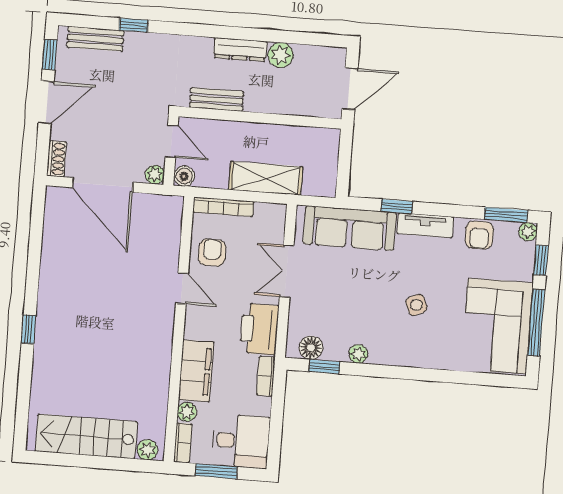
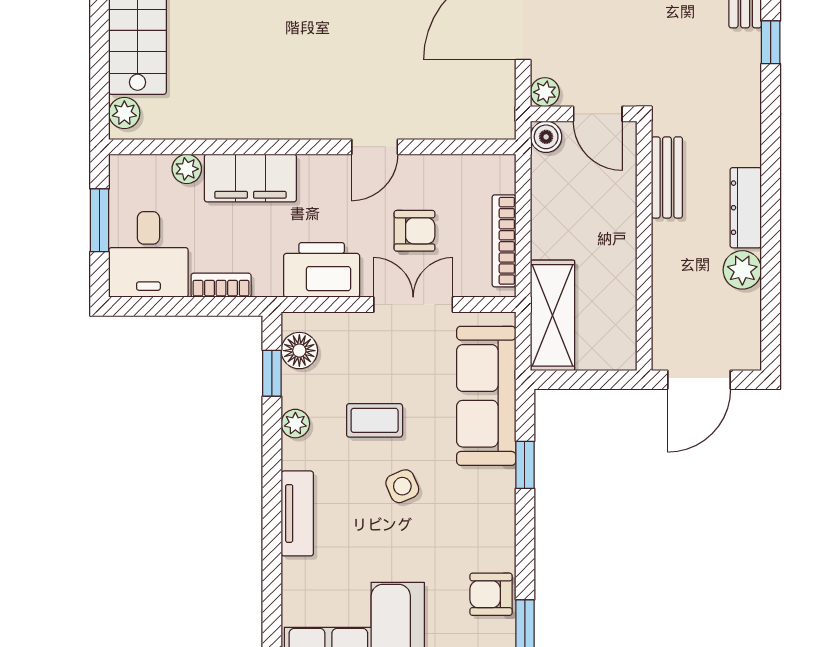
door: (350, 89) -> (699, 380), hinge flipped
door: (172, 141) -> (598, 114), hinge flipped
shelving: (266, 178) -> (553, 315), moved
bookcase: (223, 207) -> (504, 241), moved
tv unit: (425, 225) -> (297, 513), moved, turned 180
armchair: (212, 253) -> (415, 231), moved
coffee table: (360, 302) -> (375, 420), added
side table: (416, 305) -> (402, 486), moved
bookcase: (266, 376) -> (221, 285), moved
bookcase: (183, 443) -> (139, 166), removed

